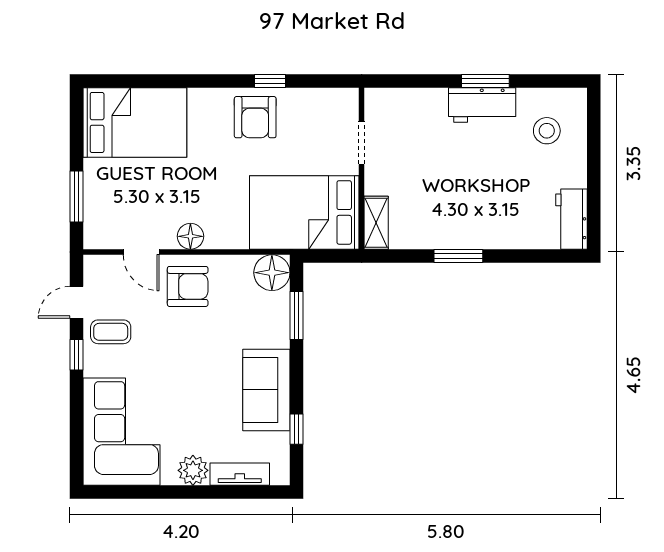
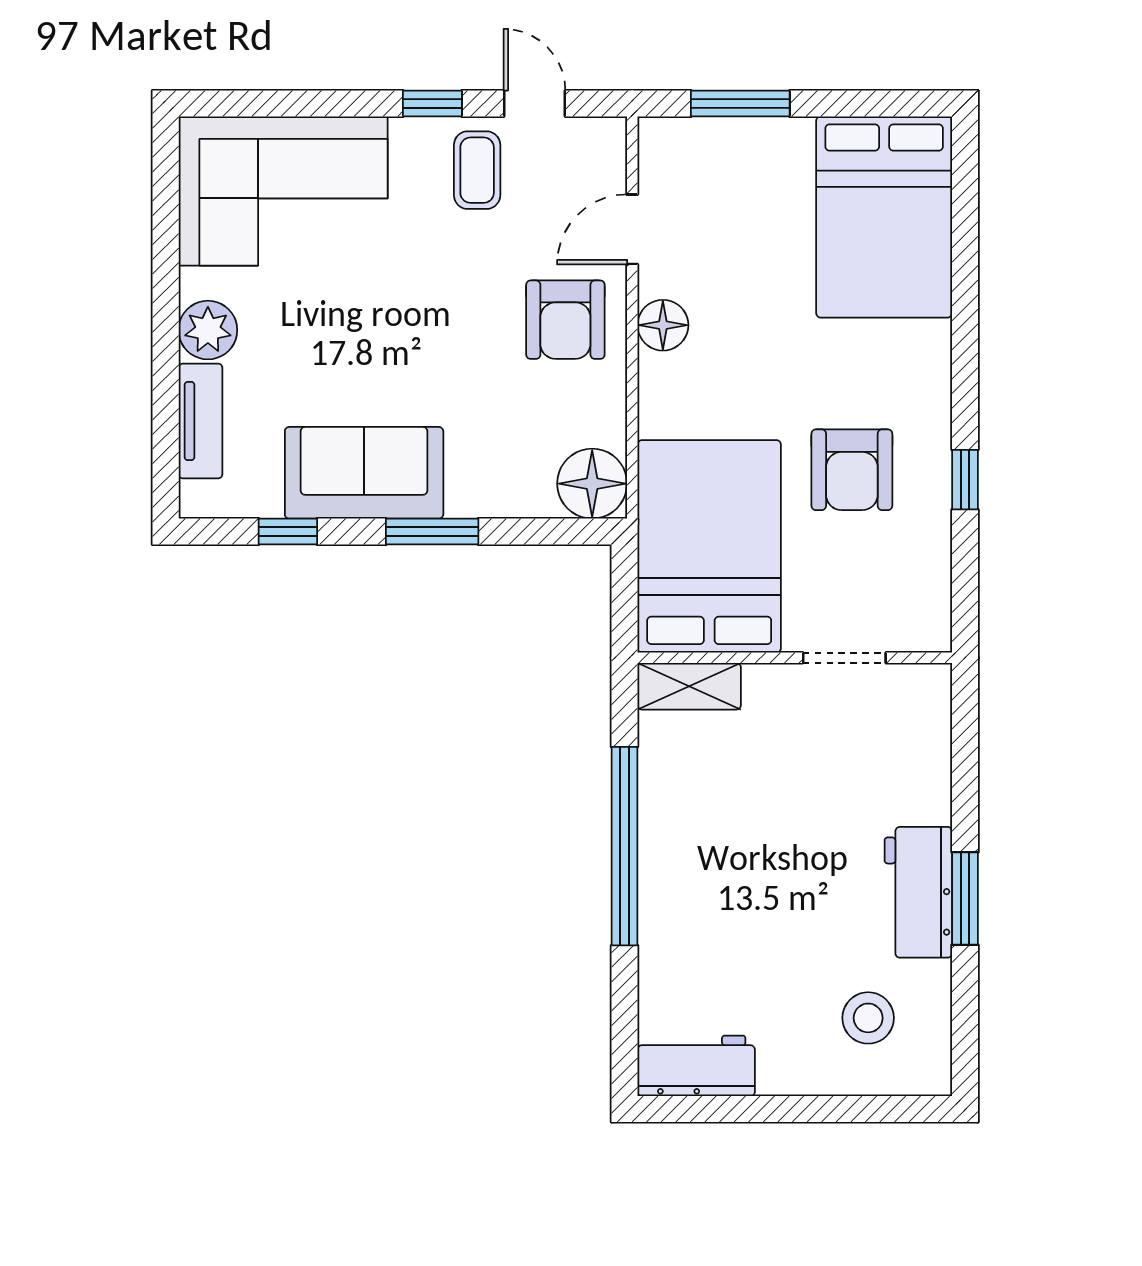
armchair: (255, 117) -> (852, 470), moved, turned -90
window: (458, 256) -> (625, 846), width x2.11
window: (297, 316) -> (432, 531), moved

